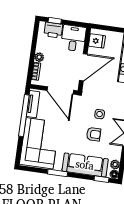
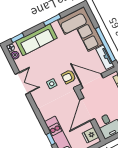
armchair: (94, 134) -> (69, 77), moved

